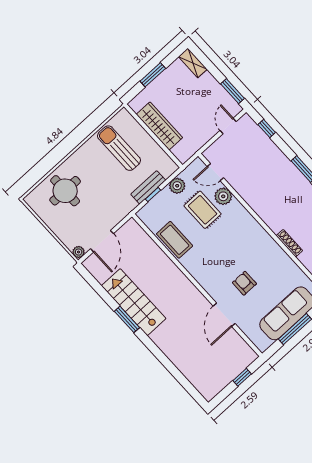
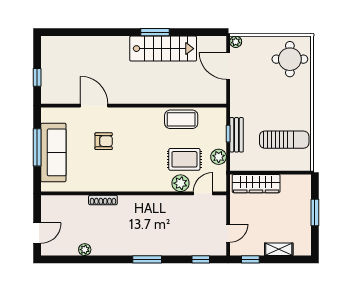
shelving: (193, 63) -> (279, 249), moved
window: (233, 91) -> (250, 259), width x0.67
wardrobe: (159, 126) -> (256, 184), moved
door: (228, 126) -> (228, 233), hinge flipped
round table: (65, 191) -> (290, 59), moved

